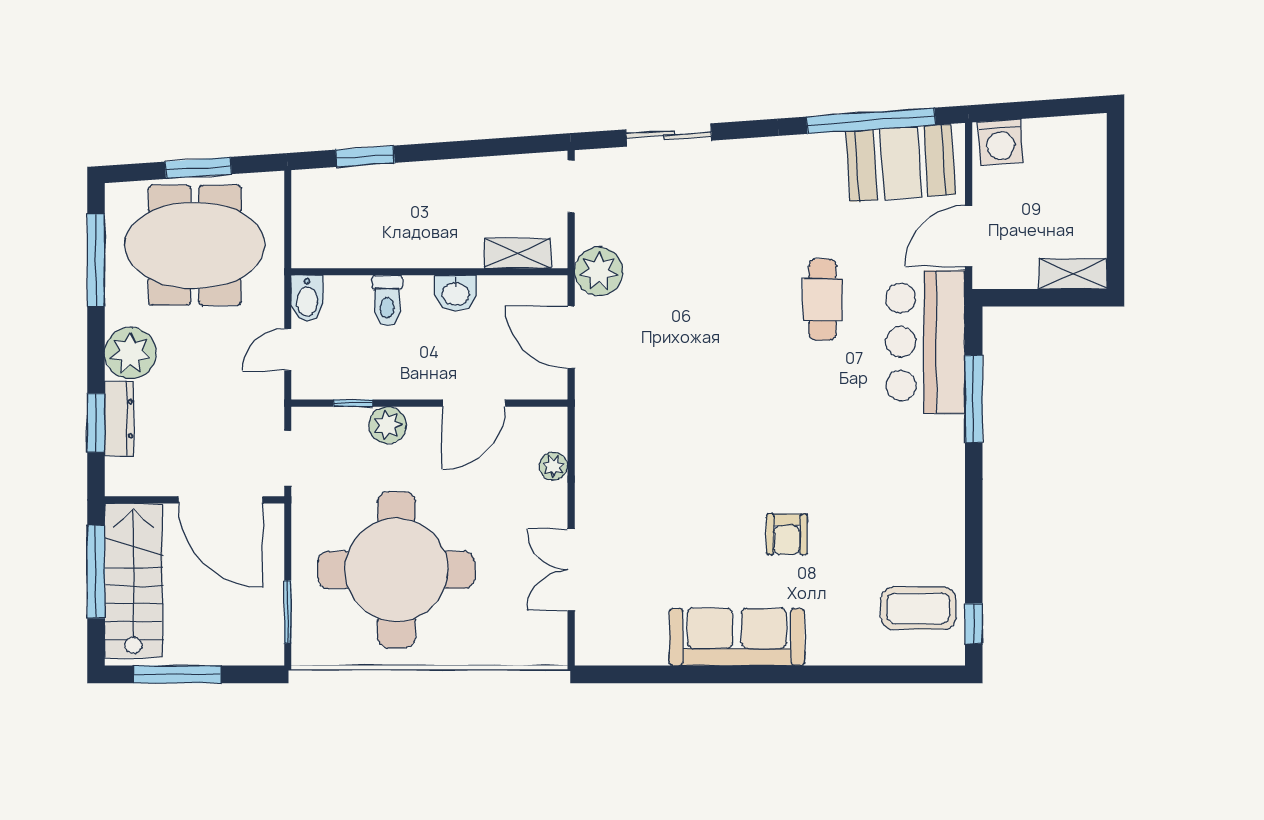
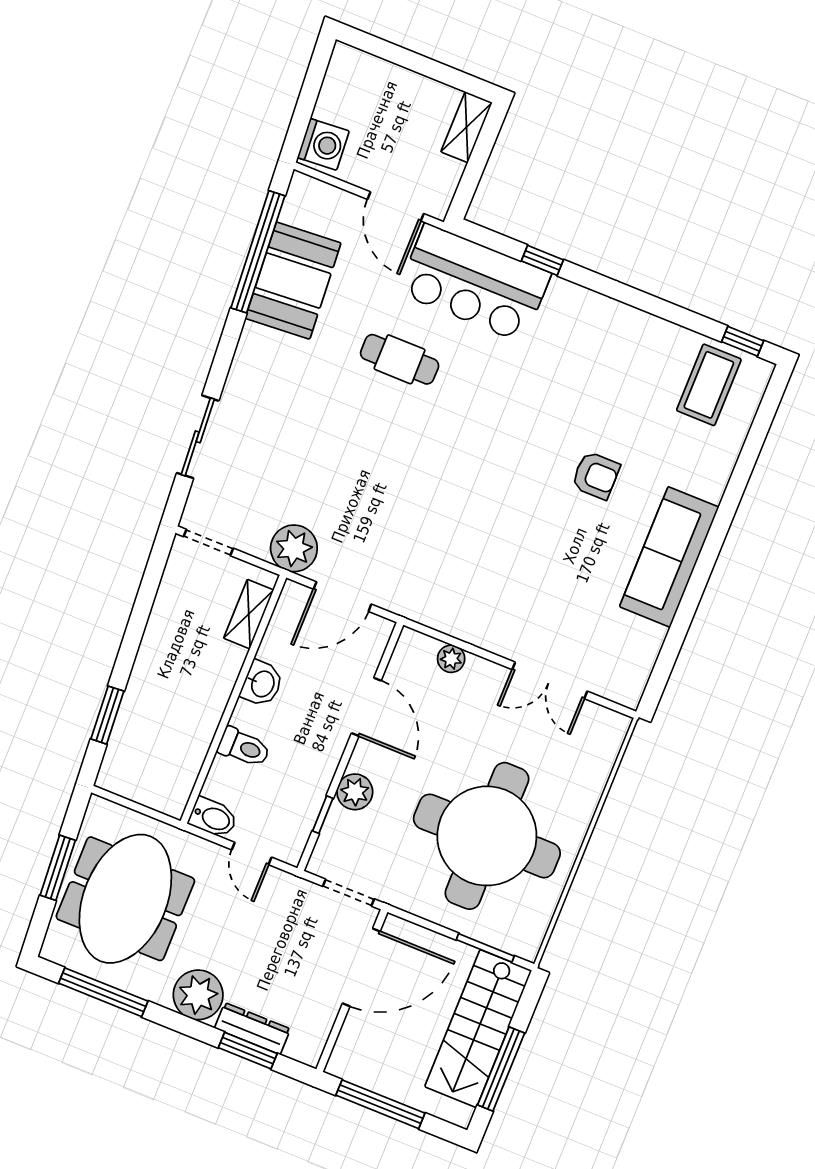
booth: (901, 163) -> (293, 281), moved
window: (974, 399) -> (542, 260), width x0.46
stairs: (134, 580) -> (478, 1029), moved, turned -90

